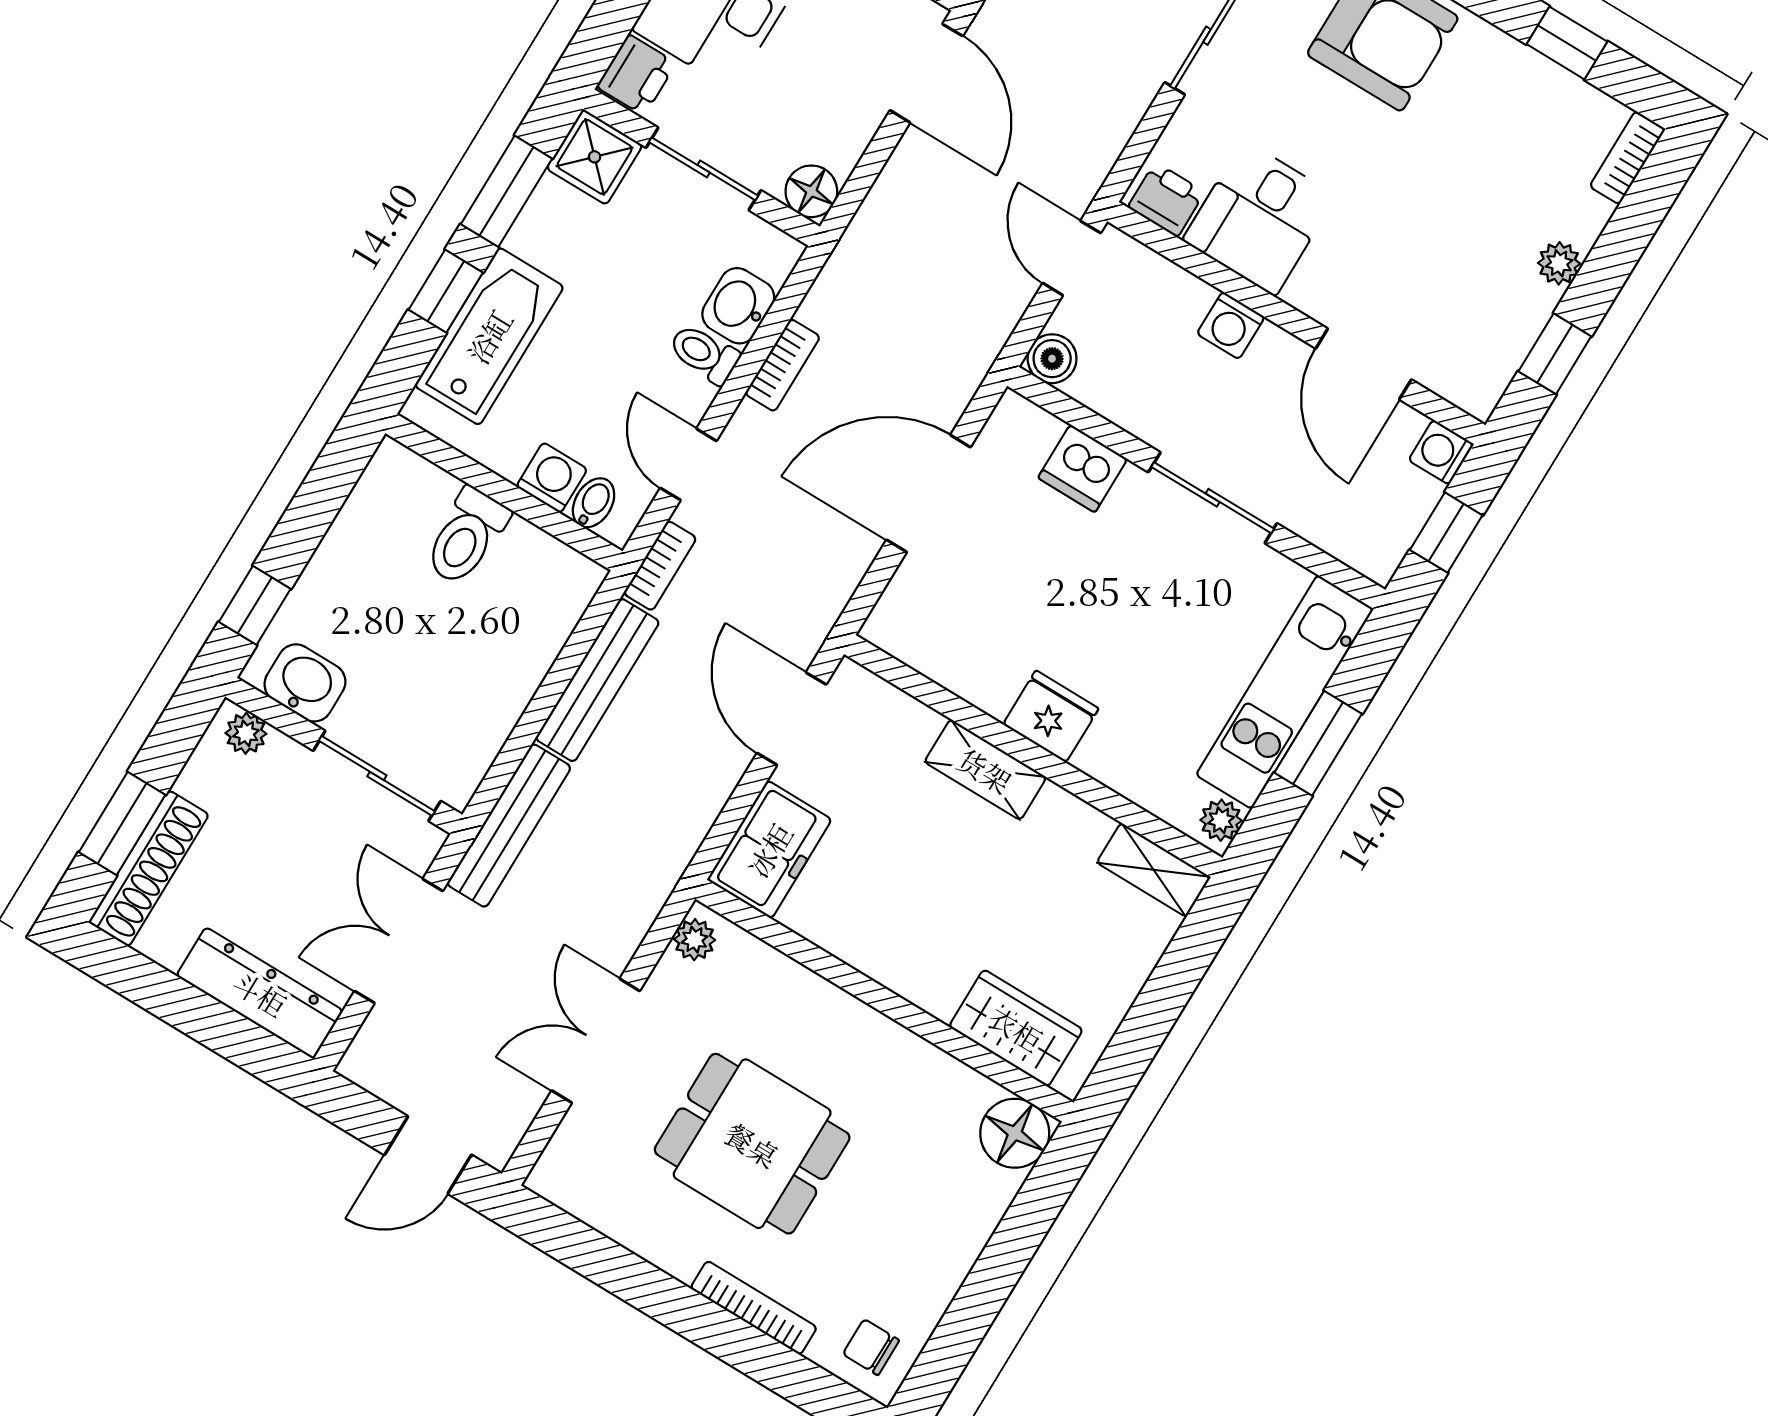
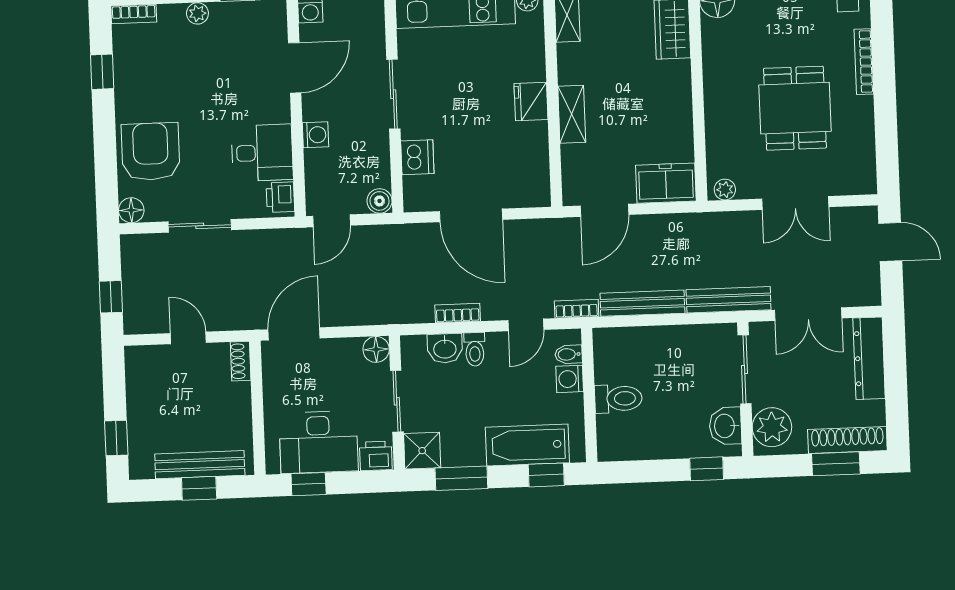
window: (446, 291) -> (546, 475), moved
plant: (246, 733) -> (772, 427), width x1.87, depth x1.87

